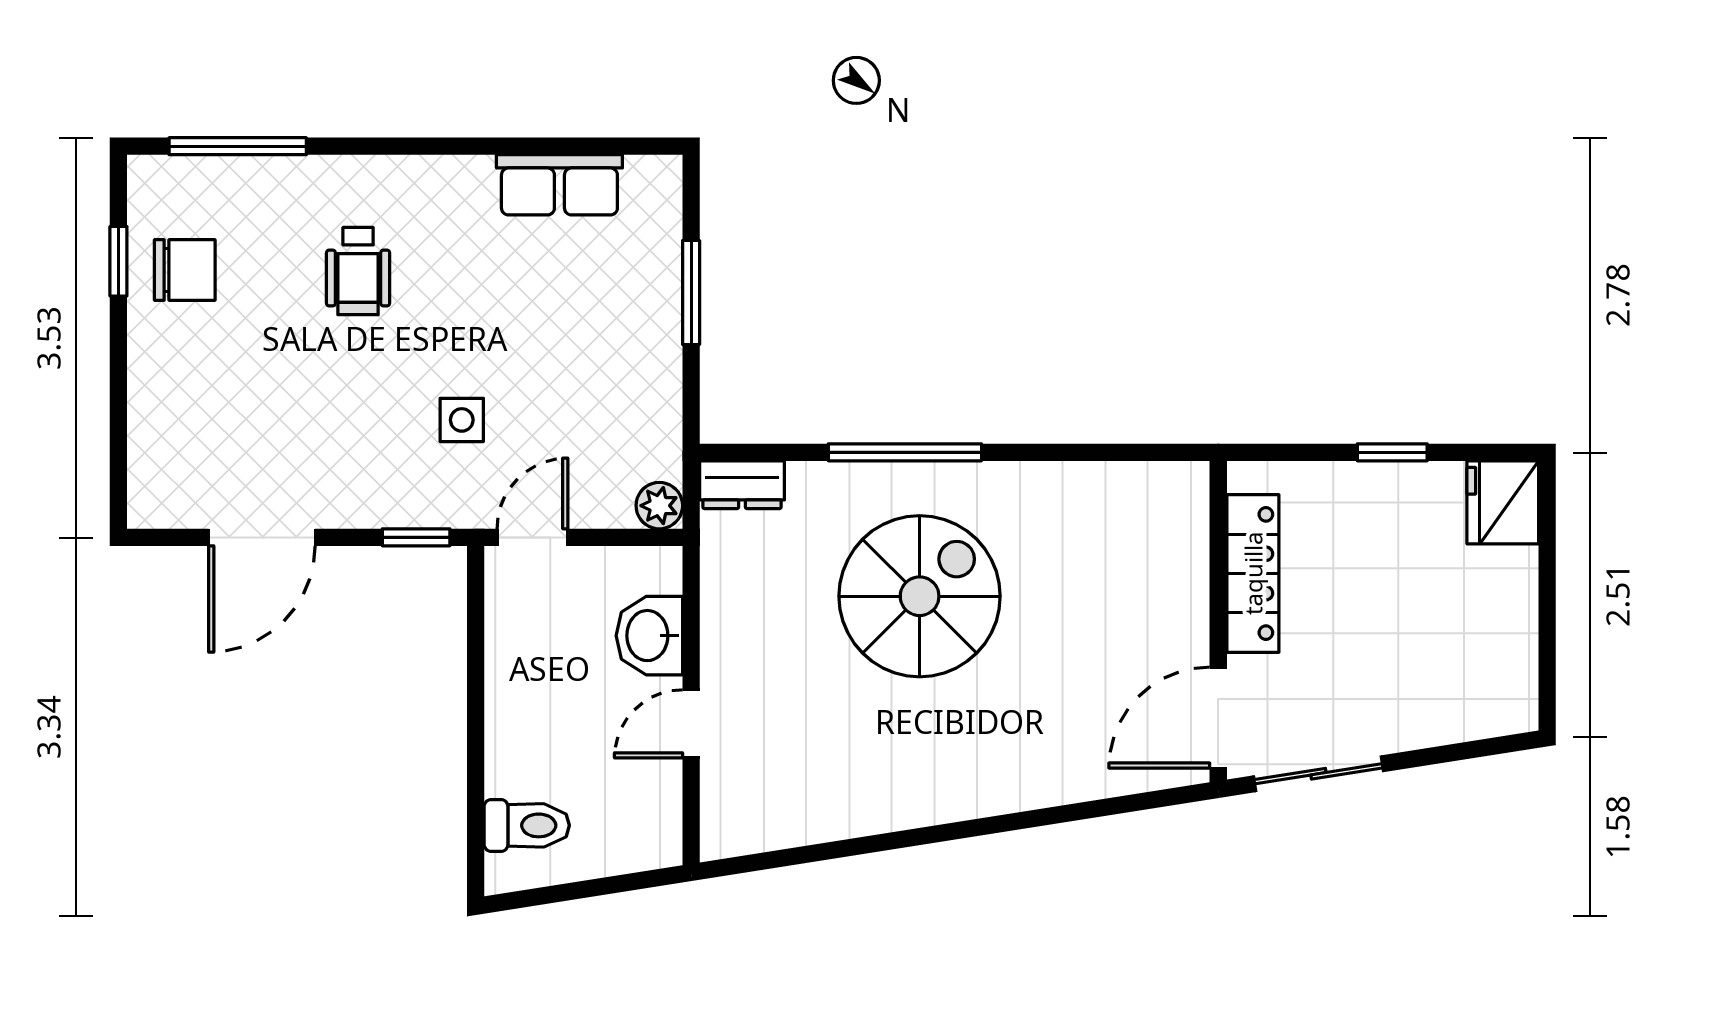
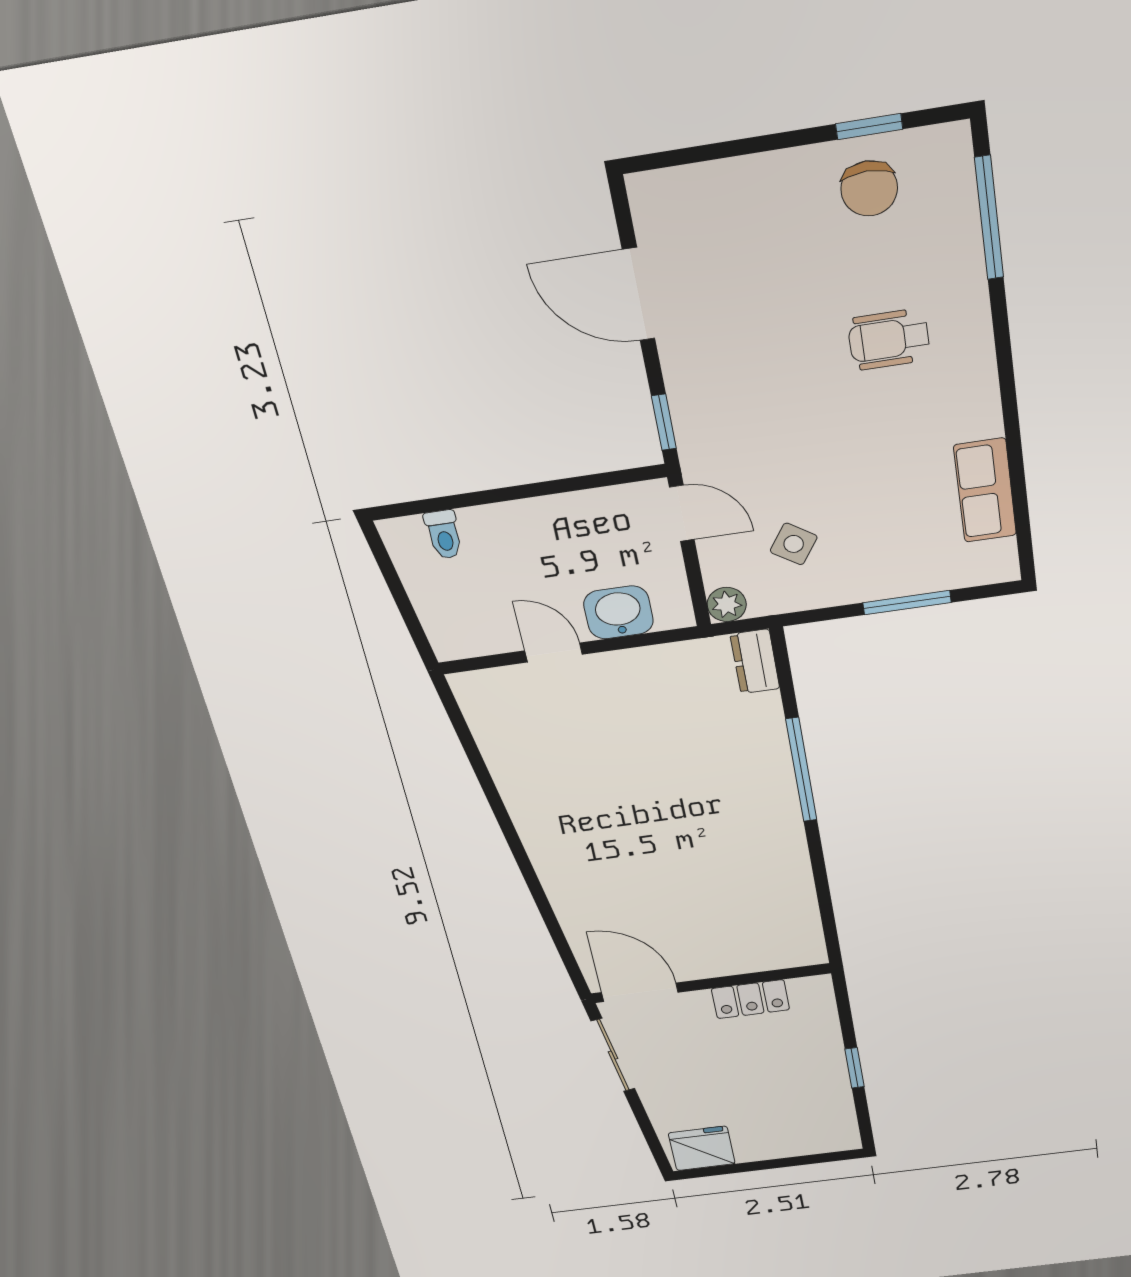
side table: (462, 420) -> (794, 544), moved, turned 34
fridge: (1503, 502) -> (702, 1148), moved
locker: (1253, 573) -> (750, 999), width x0.66
spiral stairs: (920, 596) -> (690, 795), removed
toilet: (527, 825) -> (444, 535), width x0.73, depth x0.72

